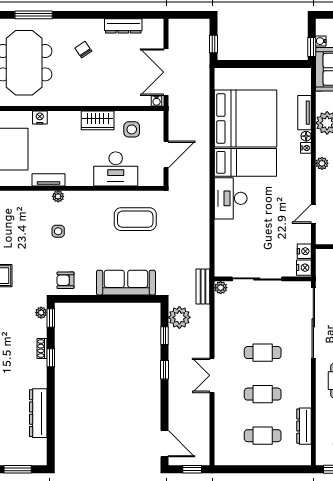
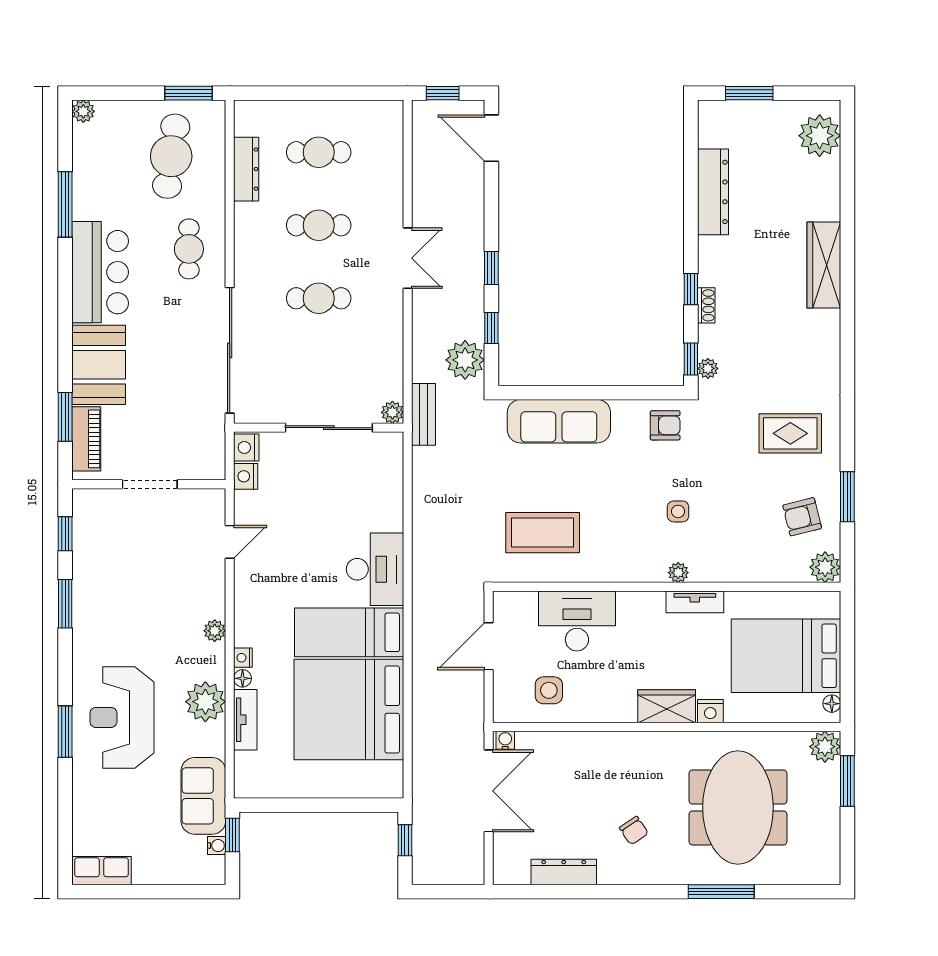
wardrobe: (98, 120) -> (667, 706), moved

